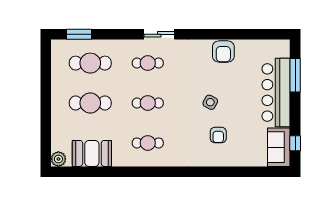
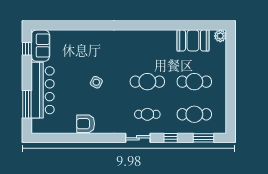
window: (119, 34) -> (171, 138), added
armchair: (223, 52) -> (86, 124), turned -90
cafe table: (148, 103) -> (147, 82), width x1.37, depth x1.35
armchair: (218, 135) -> (90, 55), removed
cafe table: (148, 143) -> (147, 49), removed

